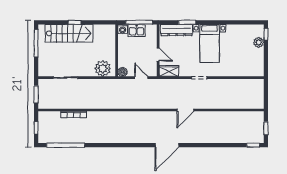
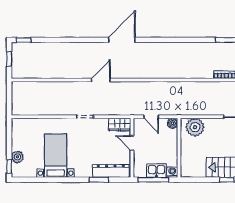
bed with nightstands: (210, 43) -> (56, 156), moved

